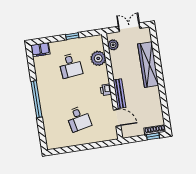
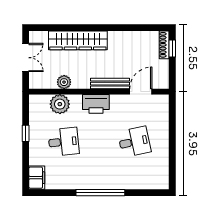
double door: (129, 27) -> (26, 58), swing flipped
plant: (113, 45) -> (64, 82), moved
printer: (106, 90) -> (96, 104), width x1.87, depth x1.48

